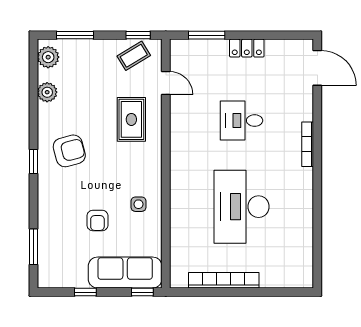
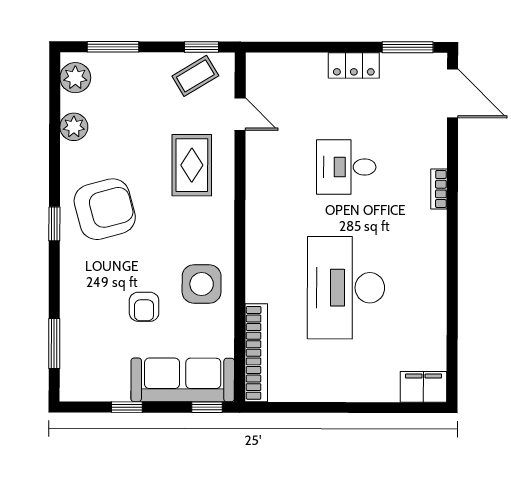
window: (207, 35) -> (408, 47), moved
bookcase: (308, 144) -> (439, 189), width x0.64
armchair: (69, 151) -> (105, 209), width x1.36, depth x1.36
side table: (138, 204) -> (202, 284), width x1.87, depth x1.87
filing cabinet: (297, 277) -> (424, 387), added
bookcase: (224, 280) -> (256, 353), moved, turned 90

